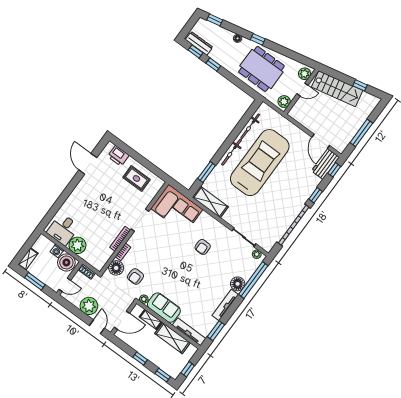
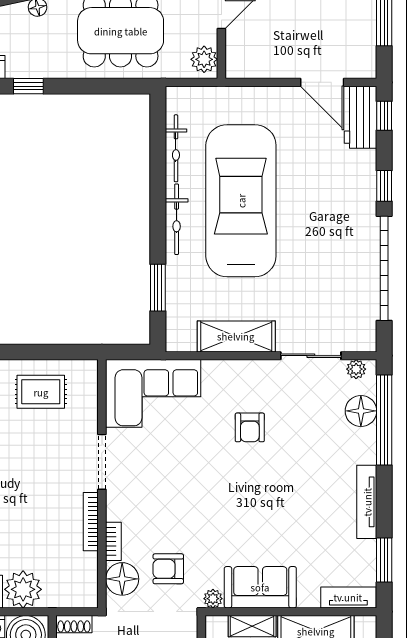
shelving: (210, 202) -> (236, 336), moved
armchair: (136, 276) -> (168, 569), turned 90
floor lamp: (238, 284) -> (361, 411), moved
tv unit: (189, 332) -> (348, 597), width x0.71

